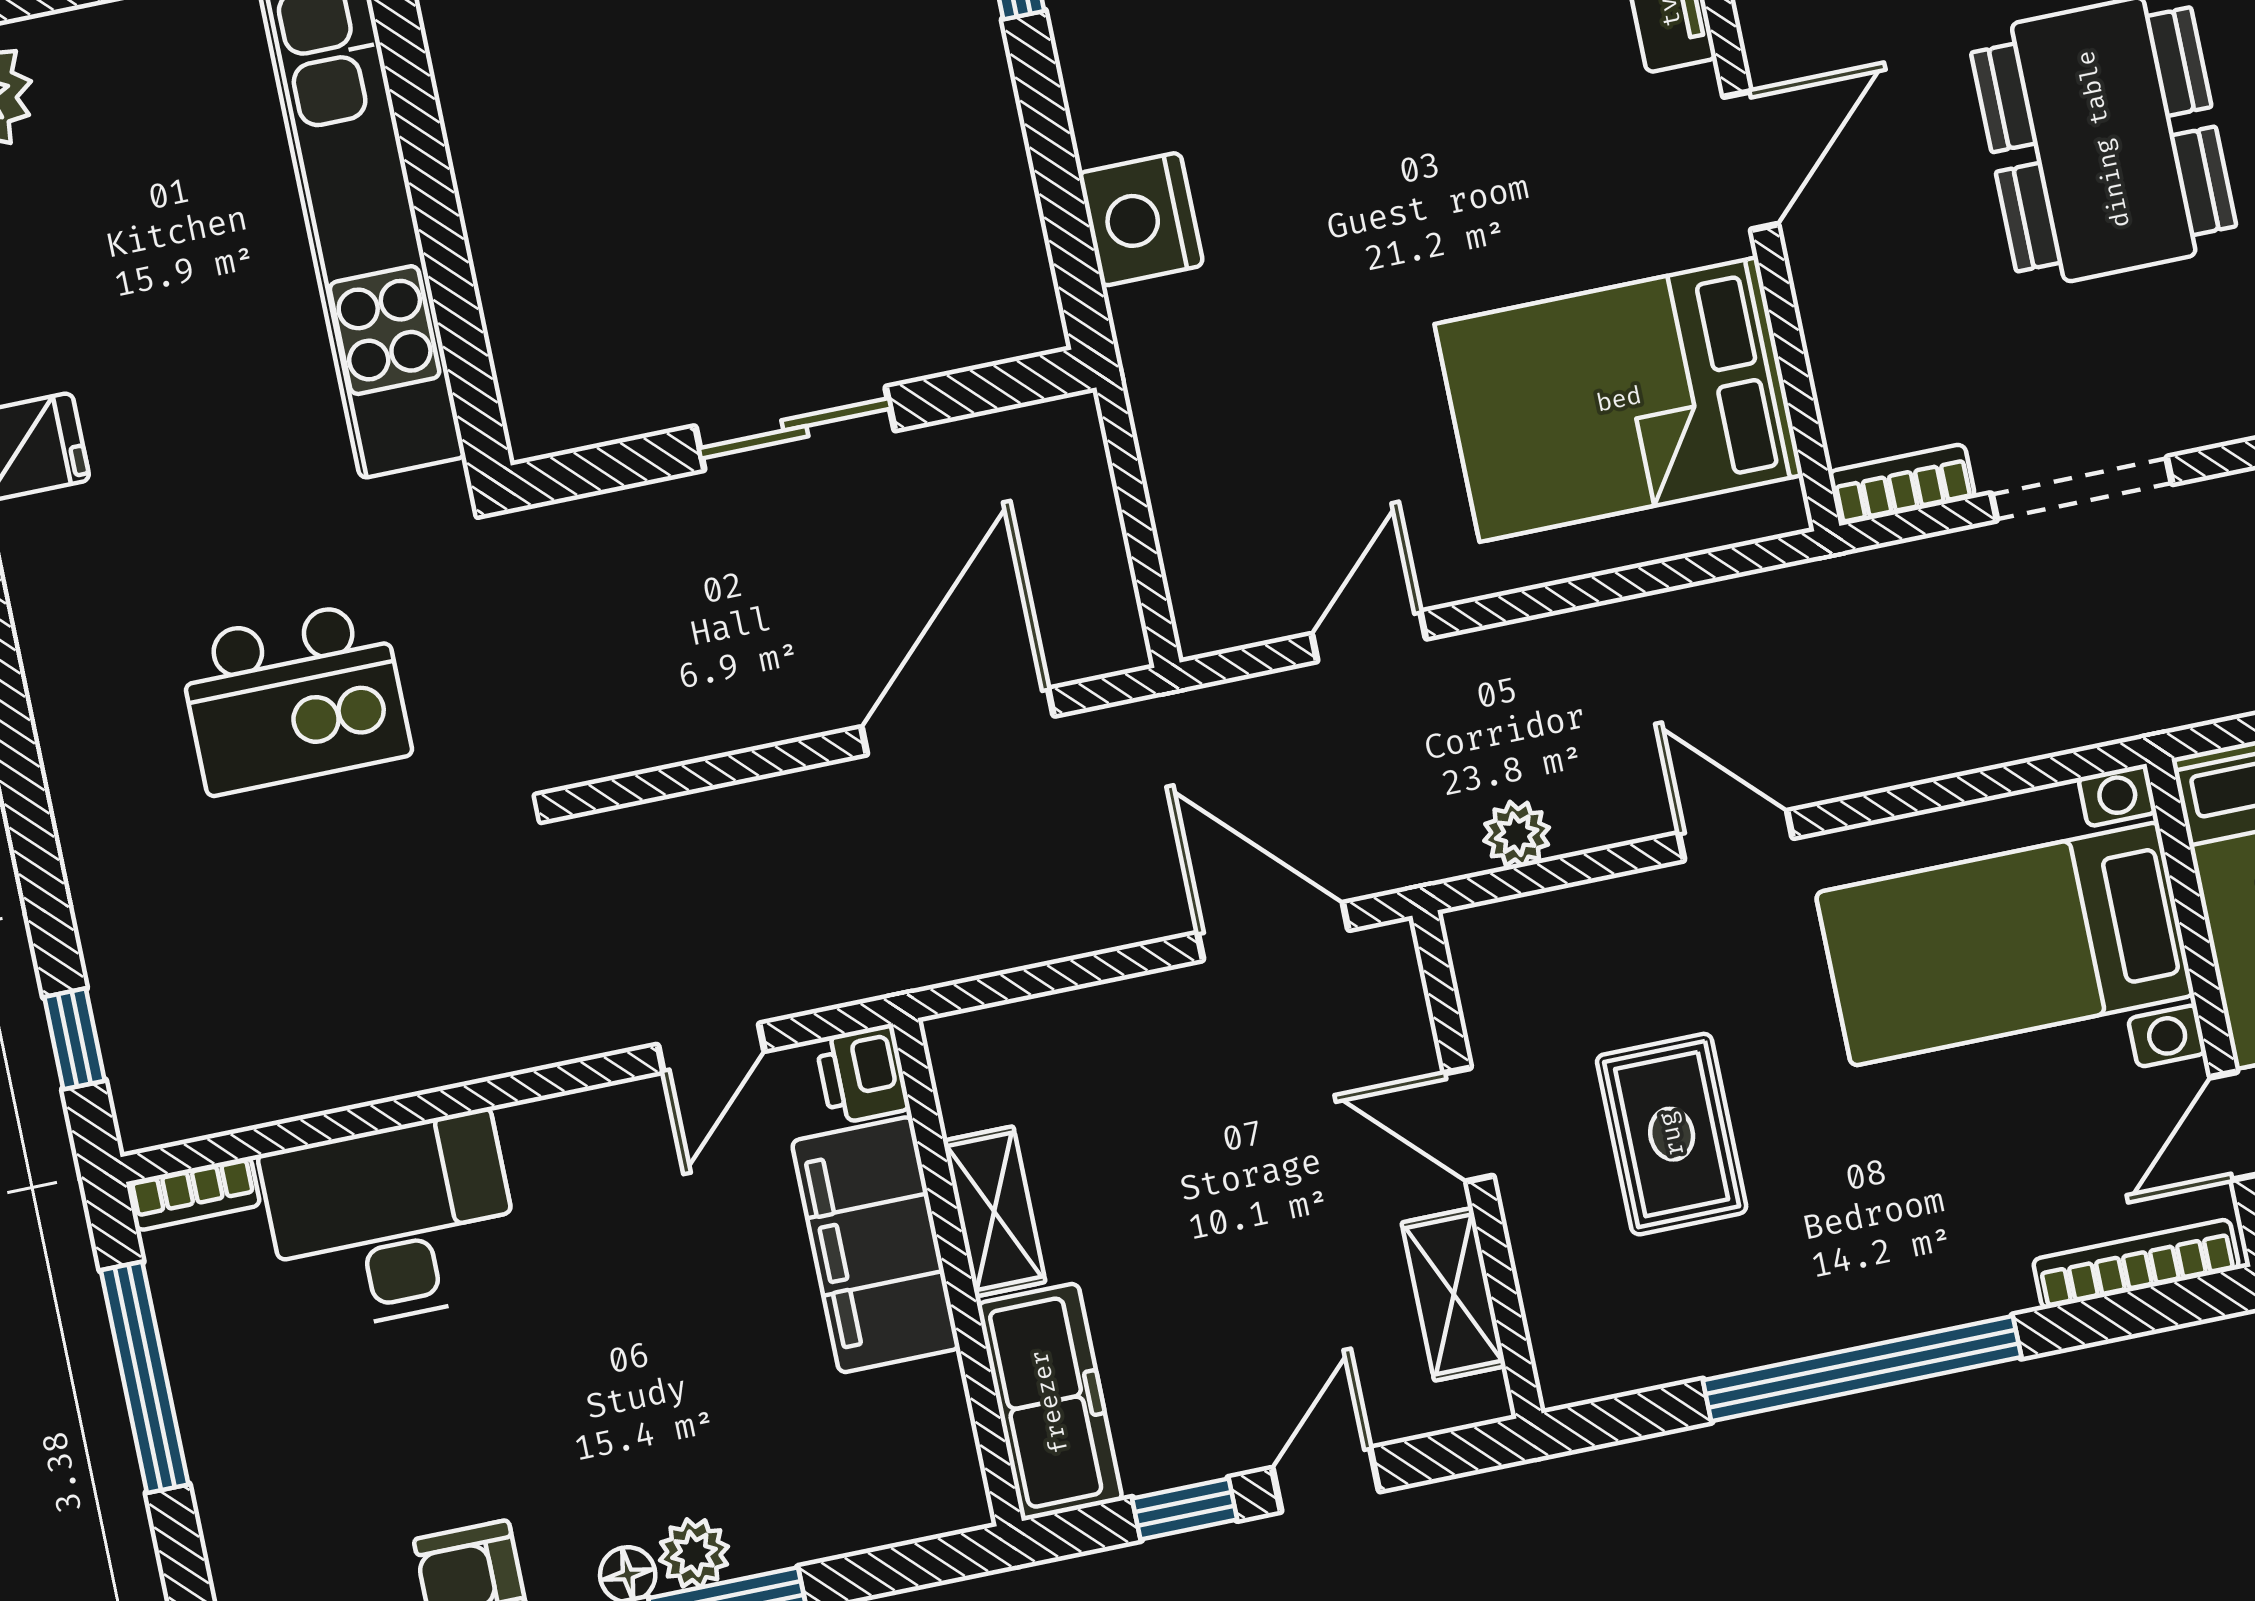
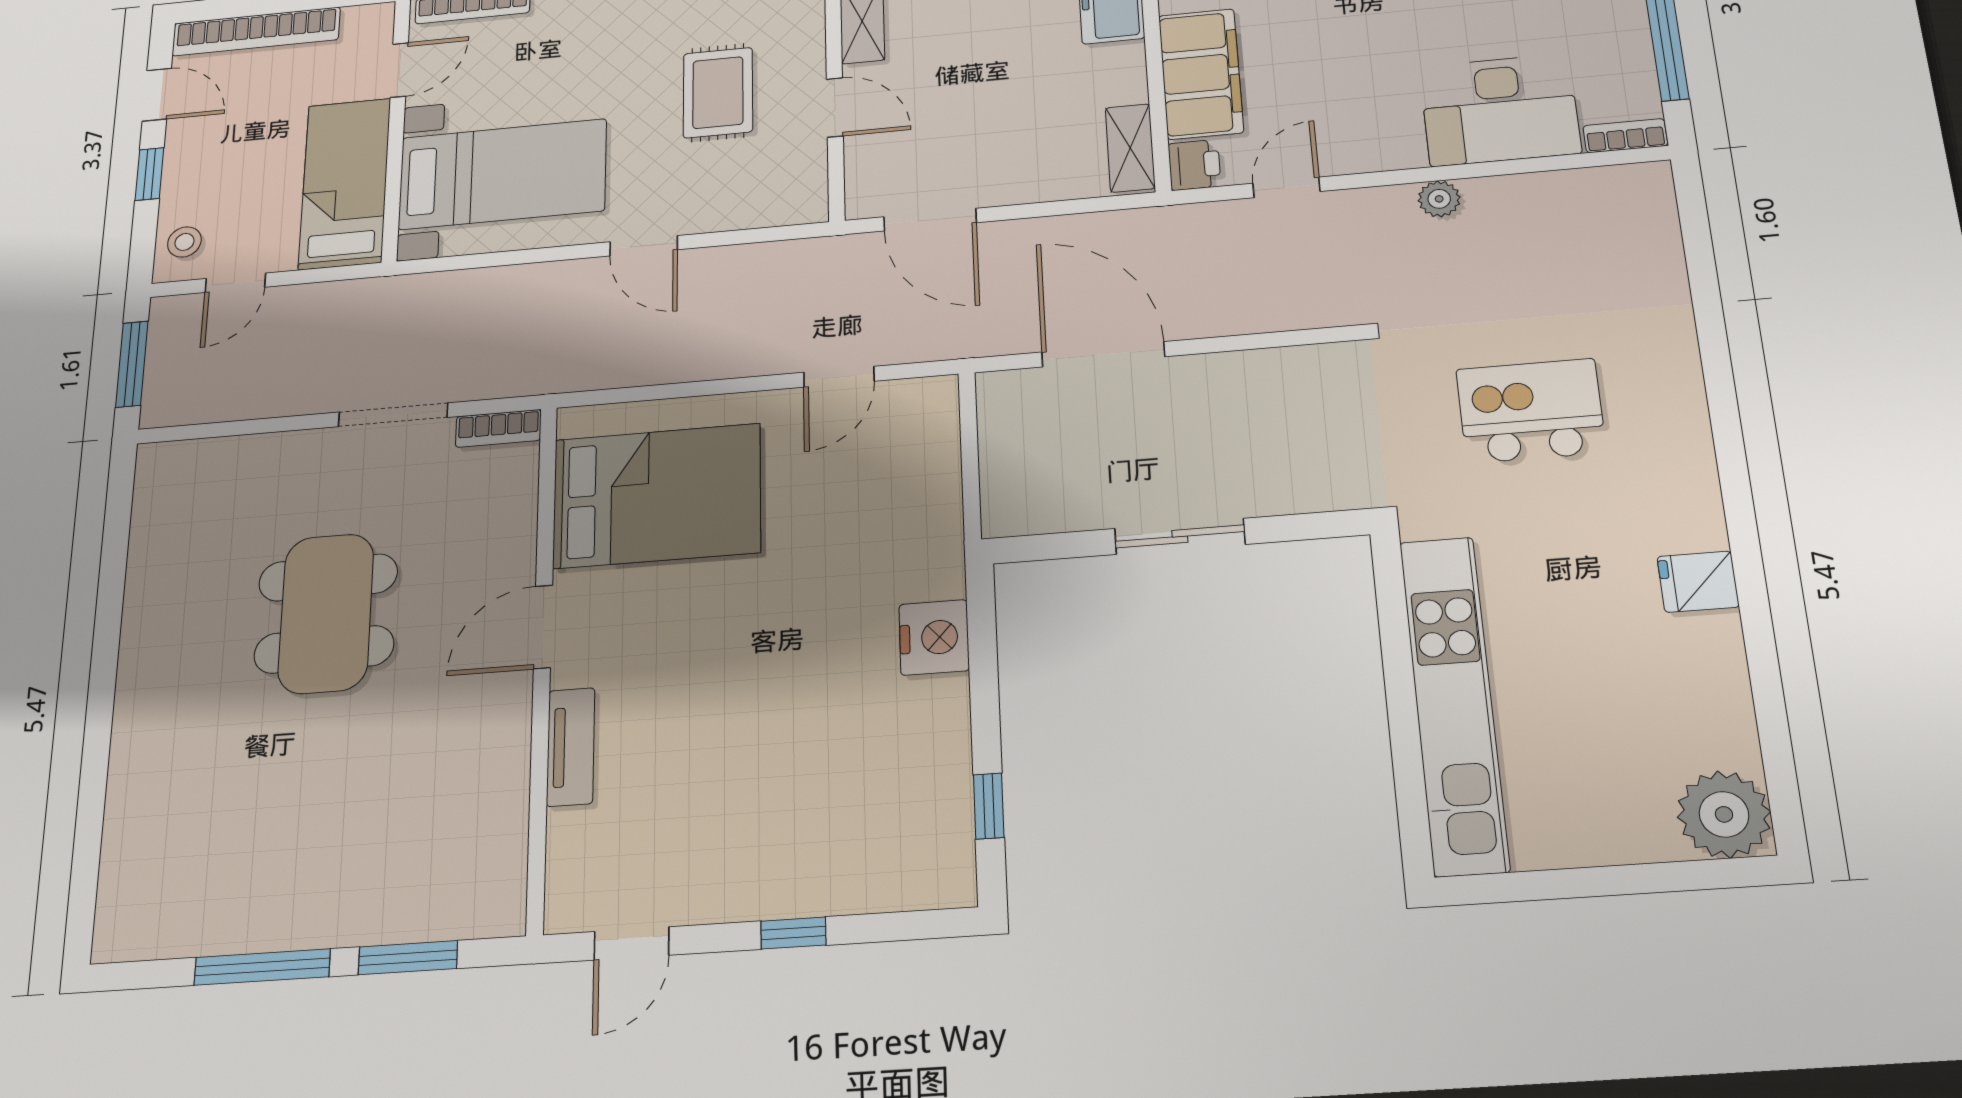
door: (958, 722) -> (1103, 354), swing flipped
plant: (1517, 834) -> (1439, 199), moved
window: (75, 1039) -> (1695, 228), removed
shelving: (994, 1211) -> (1130, 148), moved

